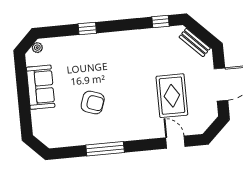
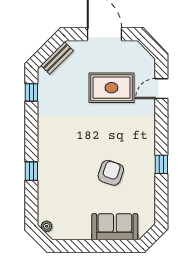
sofa: (41, 87) -> (115, 227), moved
window: (105, 149) -> (161, 164), width x0.46

